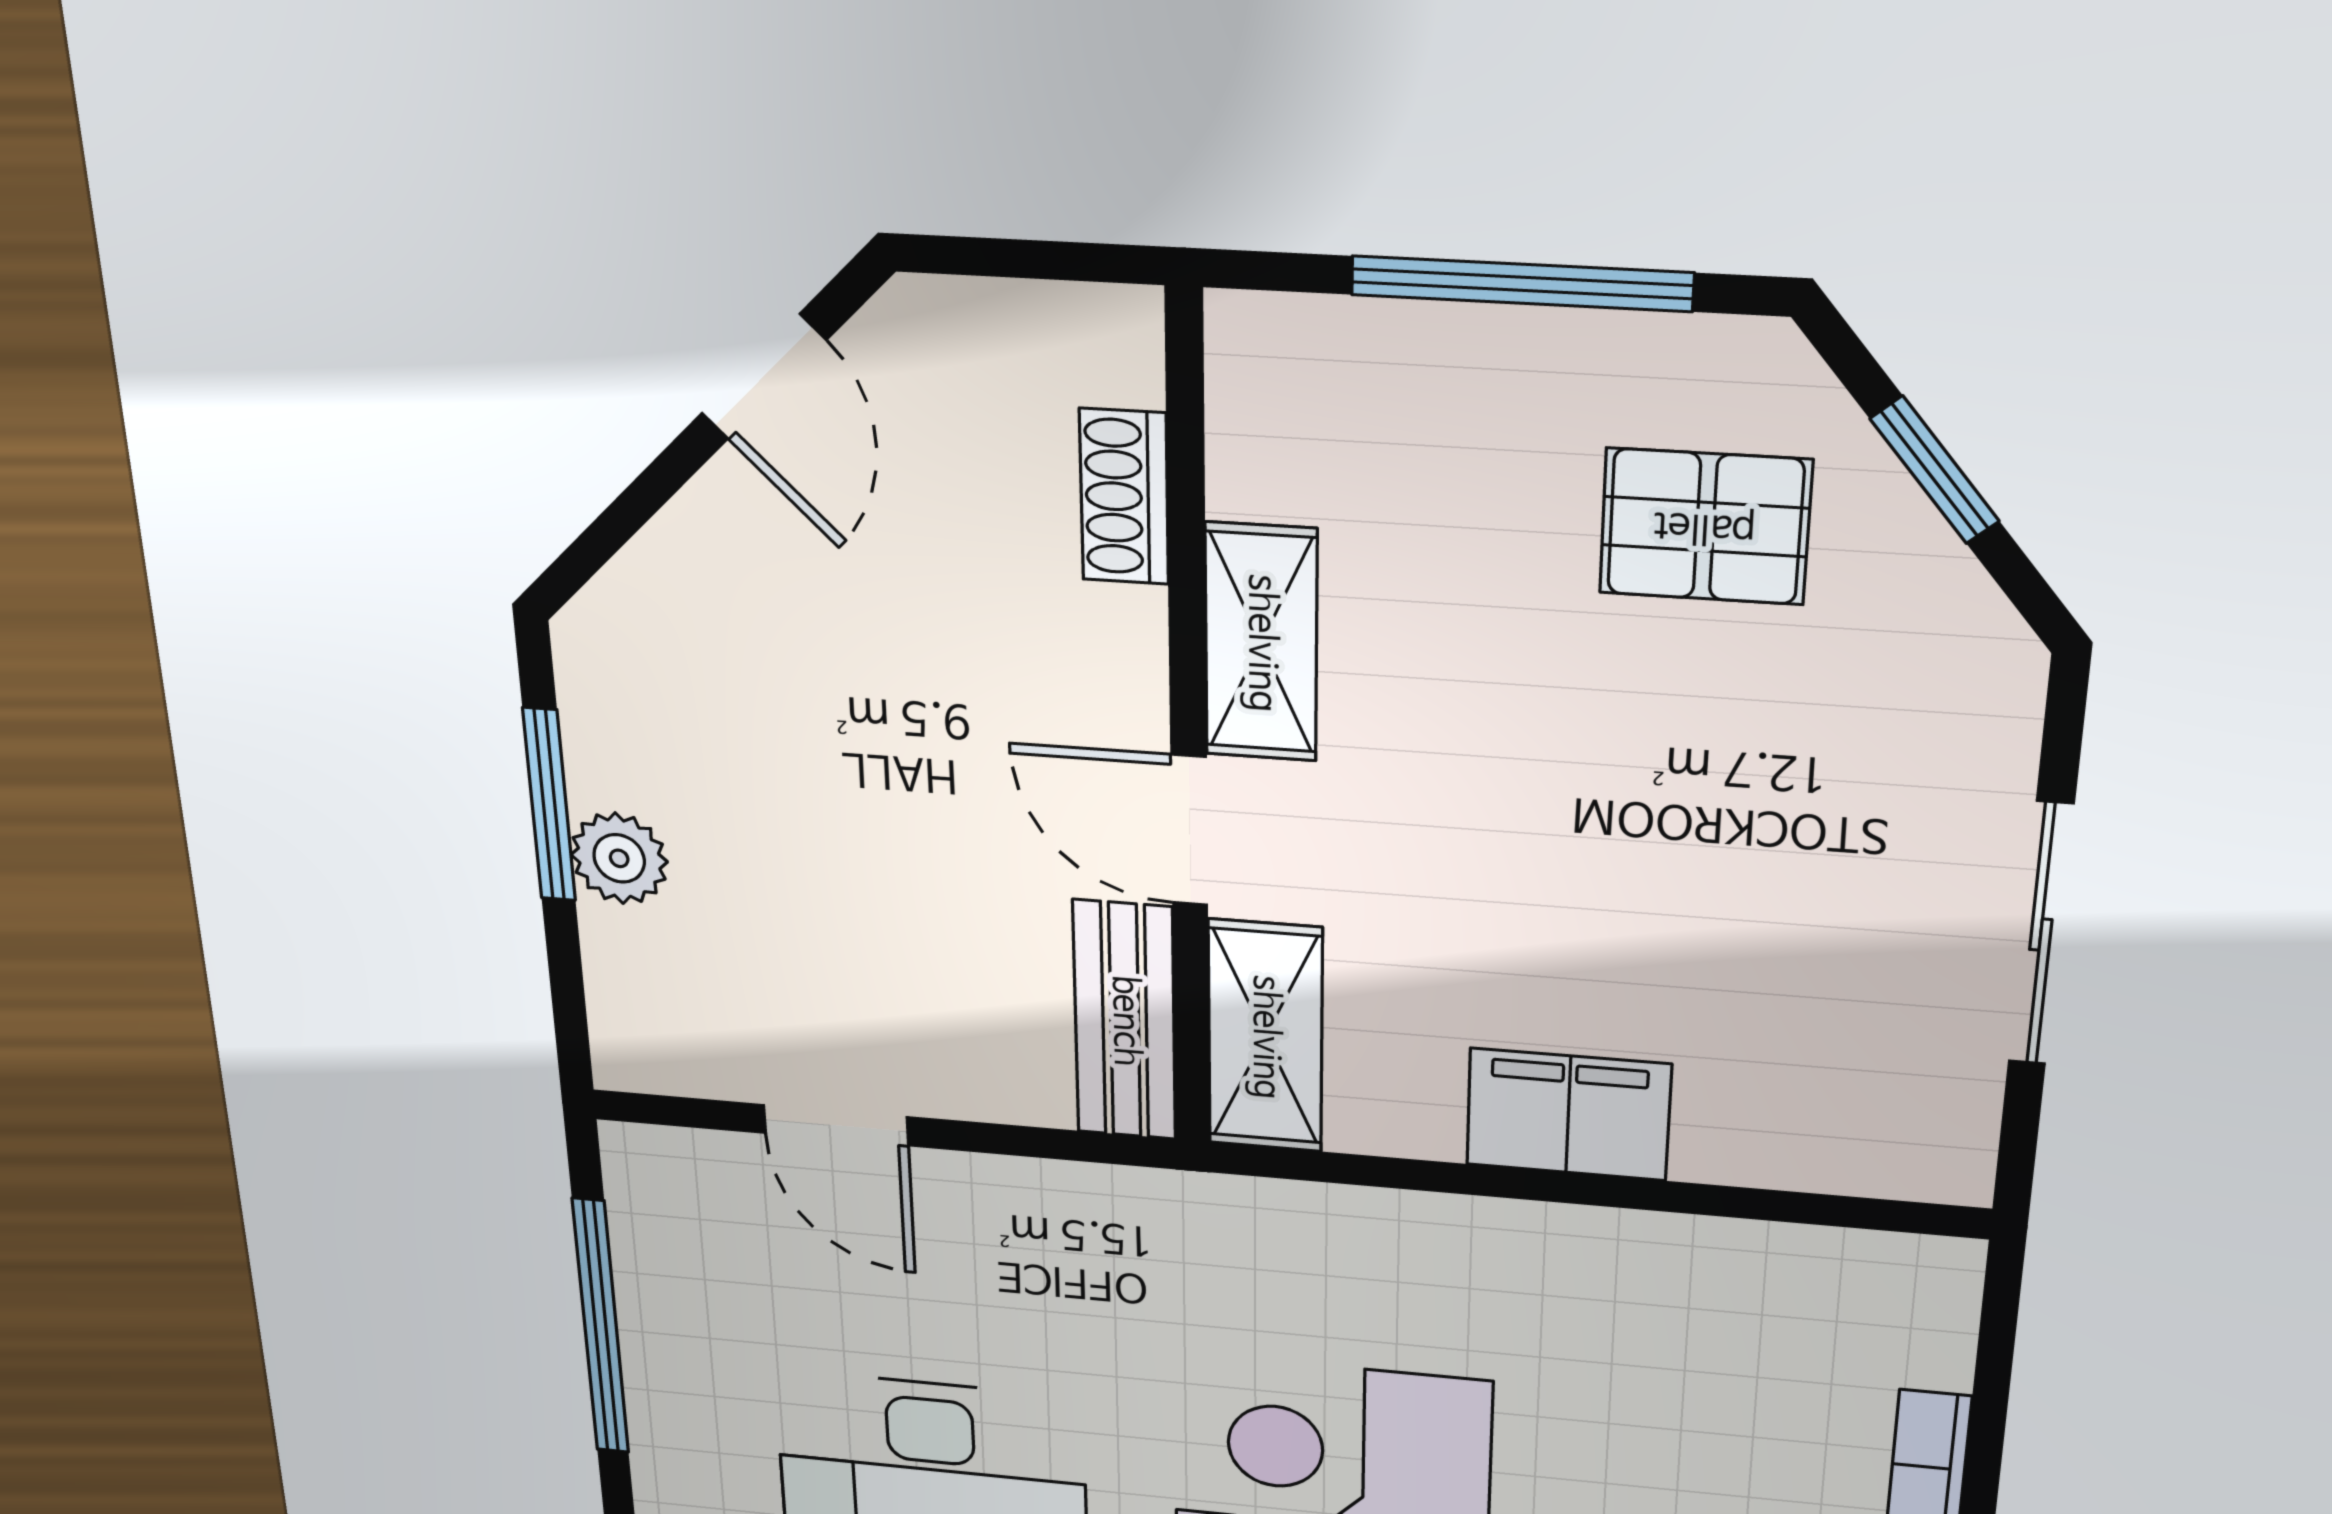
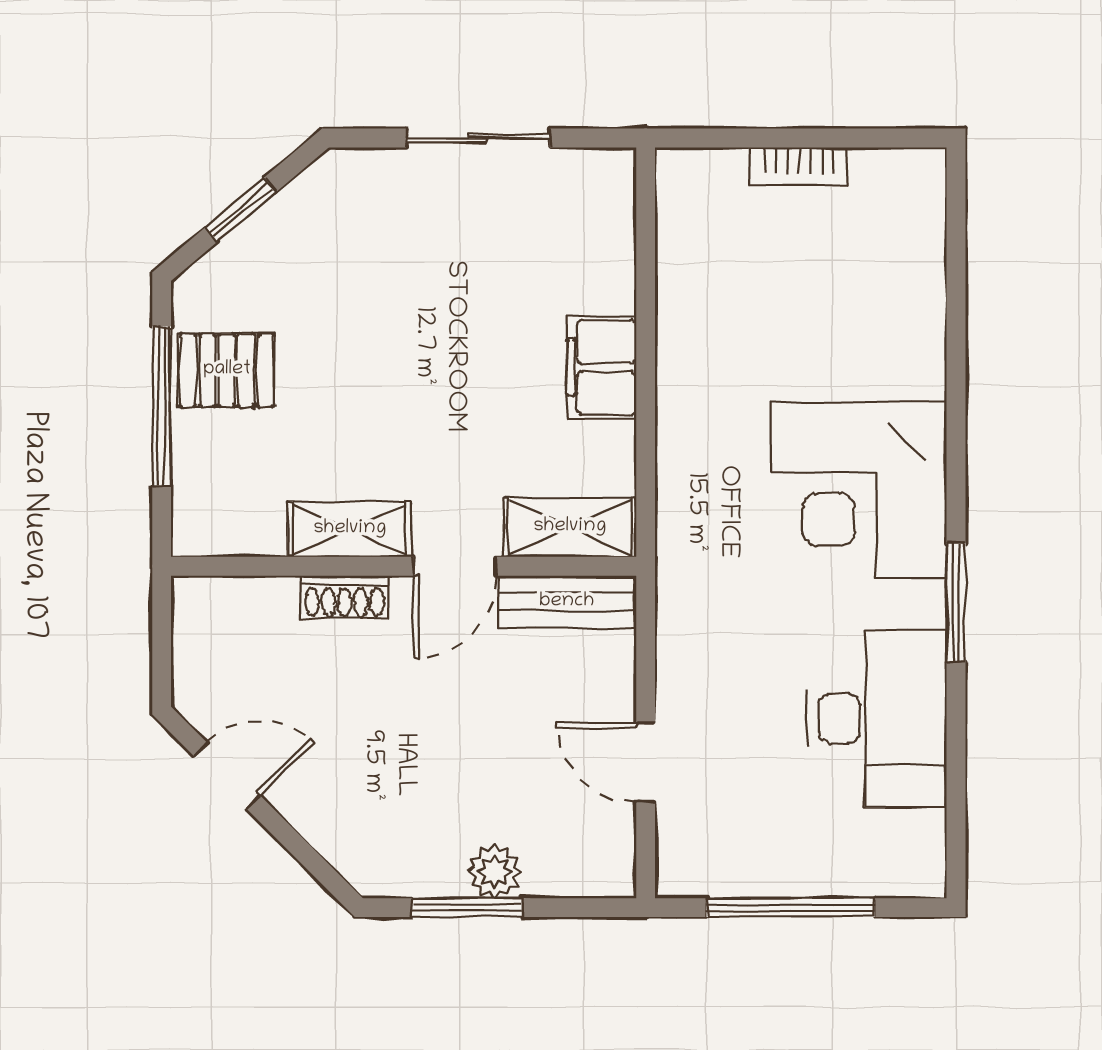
shoe rack: (1124, 497) -> (345, 597), moved
pallet: (1705, 527) -> (227, 370), moved, turned 90
door: (836, 1125) -> (646, 762), swing flipped

